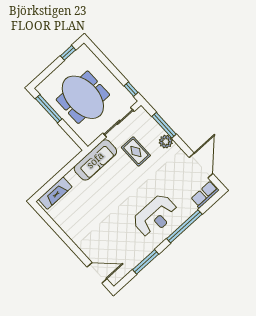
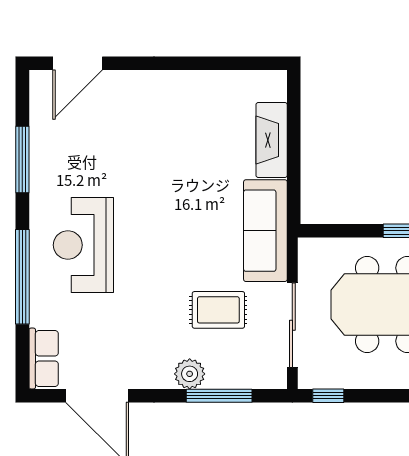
fireplace: (55, 193) -> (272, 140), moved

